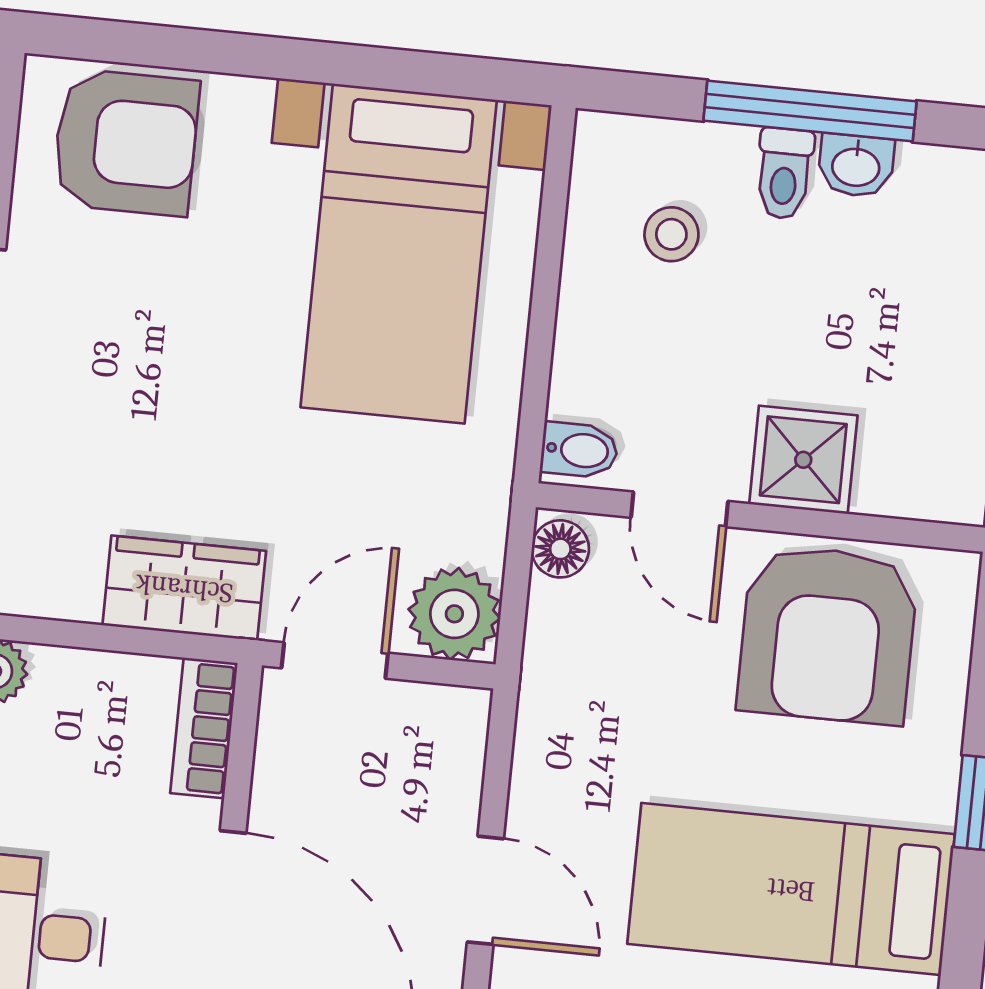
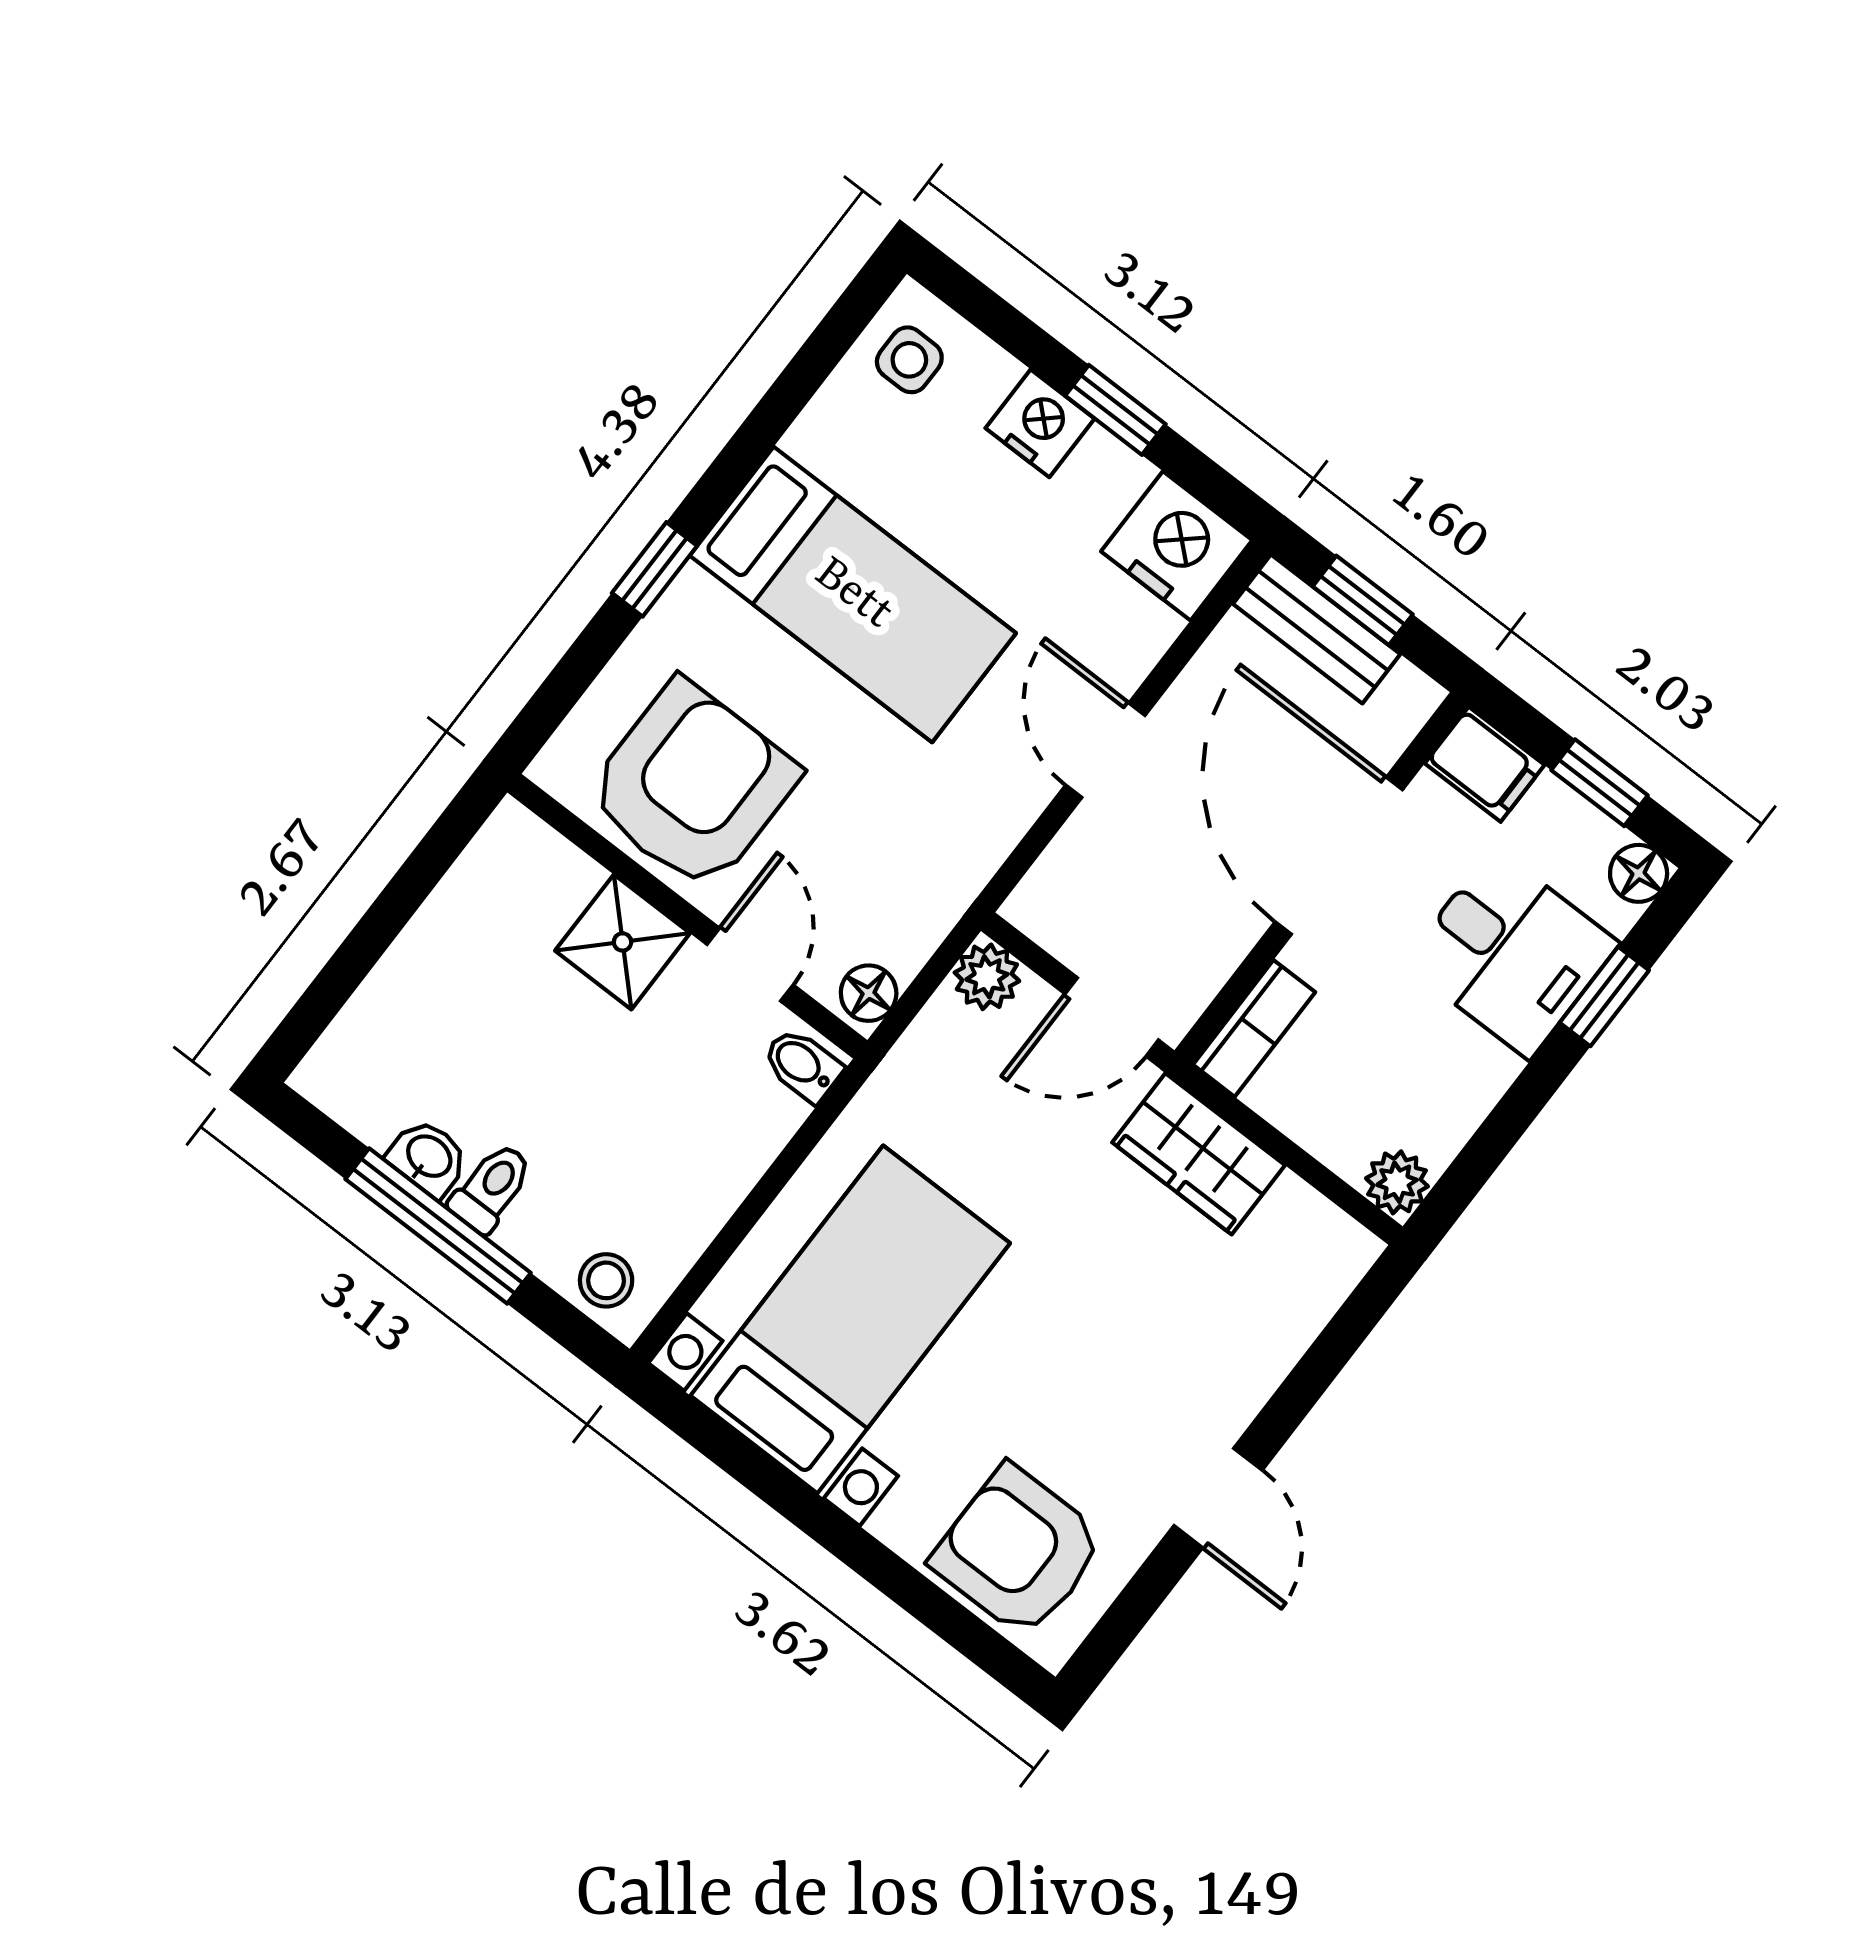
stool: (671, 234) -> (606, 1280), moved
plant: (454, 614) -> (987, 977), width x0.73, depth x0.73

